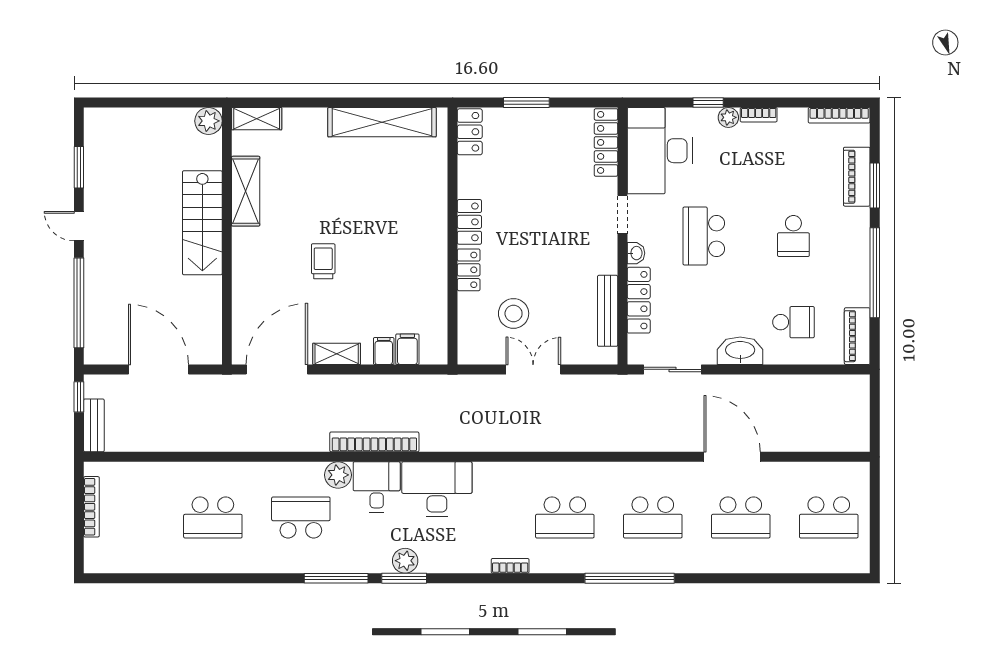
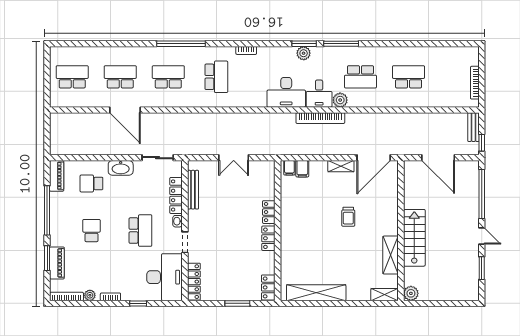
plant: (728, 117) -> (90, 295), moved
stool: (514, 313) -> (244, 188), removed
filing cabinet: (384, 351) -> (289, 168), moved
school desk: (565, 517) -> (216, 77), turned 90

